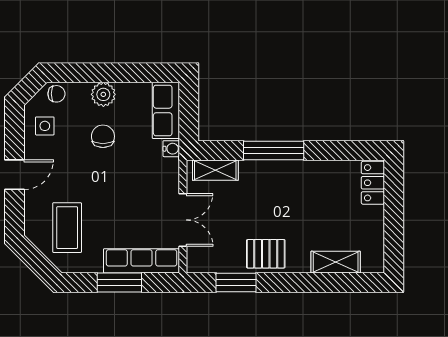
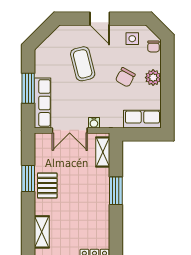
chair: (103, 136) -> (125, 77), turned 119
water cooler: (171, 149) -> (94, 123), moved
window: (274, 151) -> (116, 191), width x0.69
coffee table: (67, 228) -> (83, 64), moved, turned 76
window: (236, 282) -> (28, 179), moved

